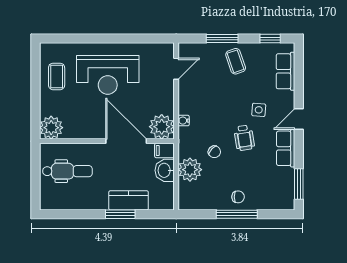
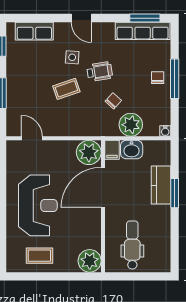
coffee table: (236, 61) -> (66, 89), moved
water cooler: (184, 121) -> (165, 131), moved
row of seats: (286, 148) -> (143, 31), moved, width x1.48

